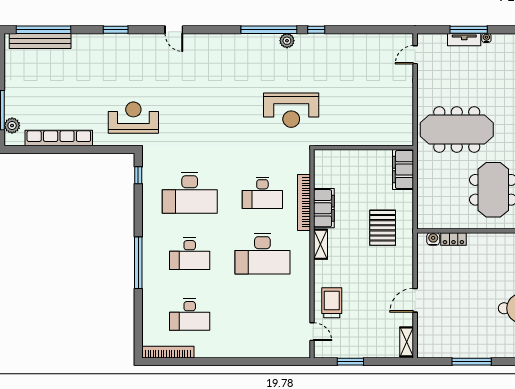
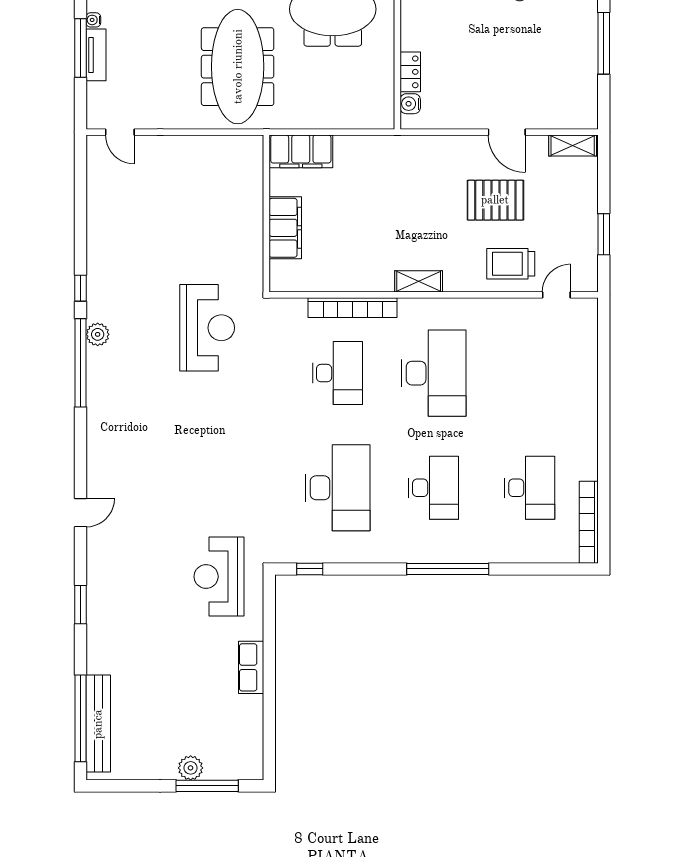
plant: (12, 126) -> (191, 768), moved
row of seats: (59, 138) -> (251, 667), width x0.50
filing cabinet: (324, 208) -> (285, 228), moved, turned 90
pallet: (383, 228) -> (495, 200), moved

